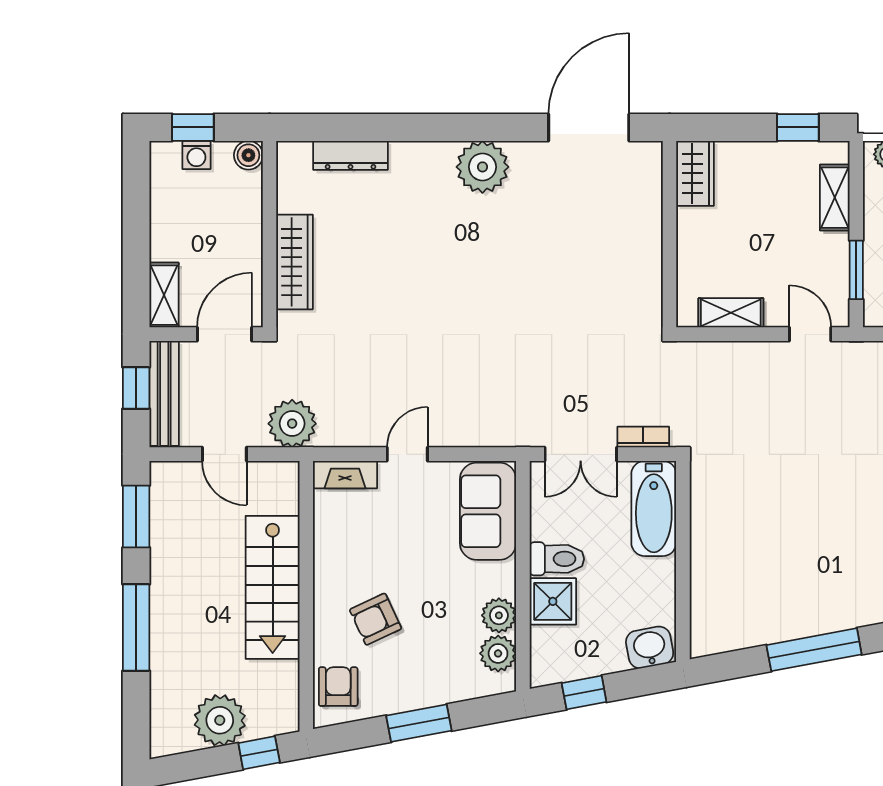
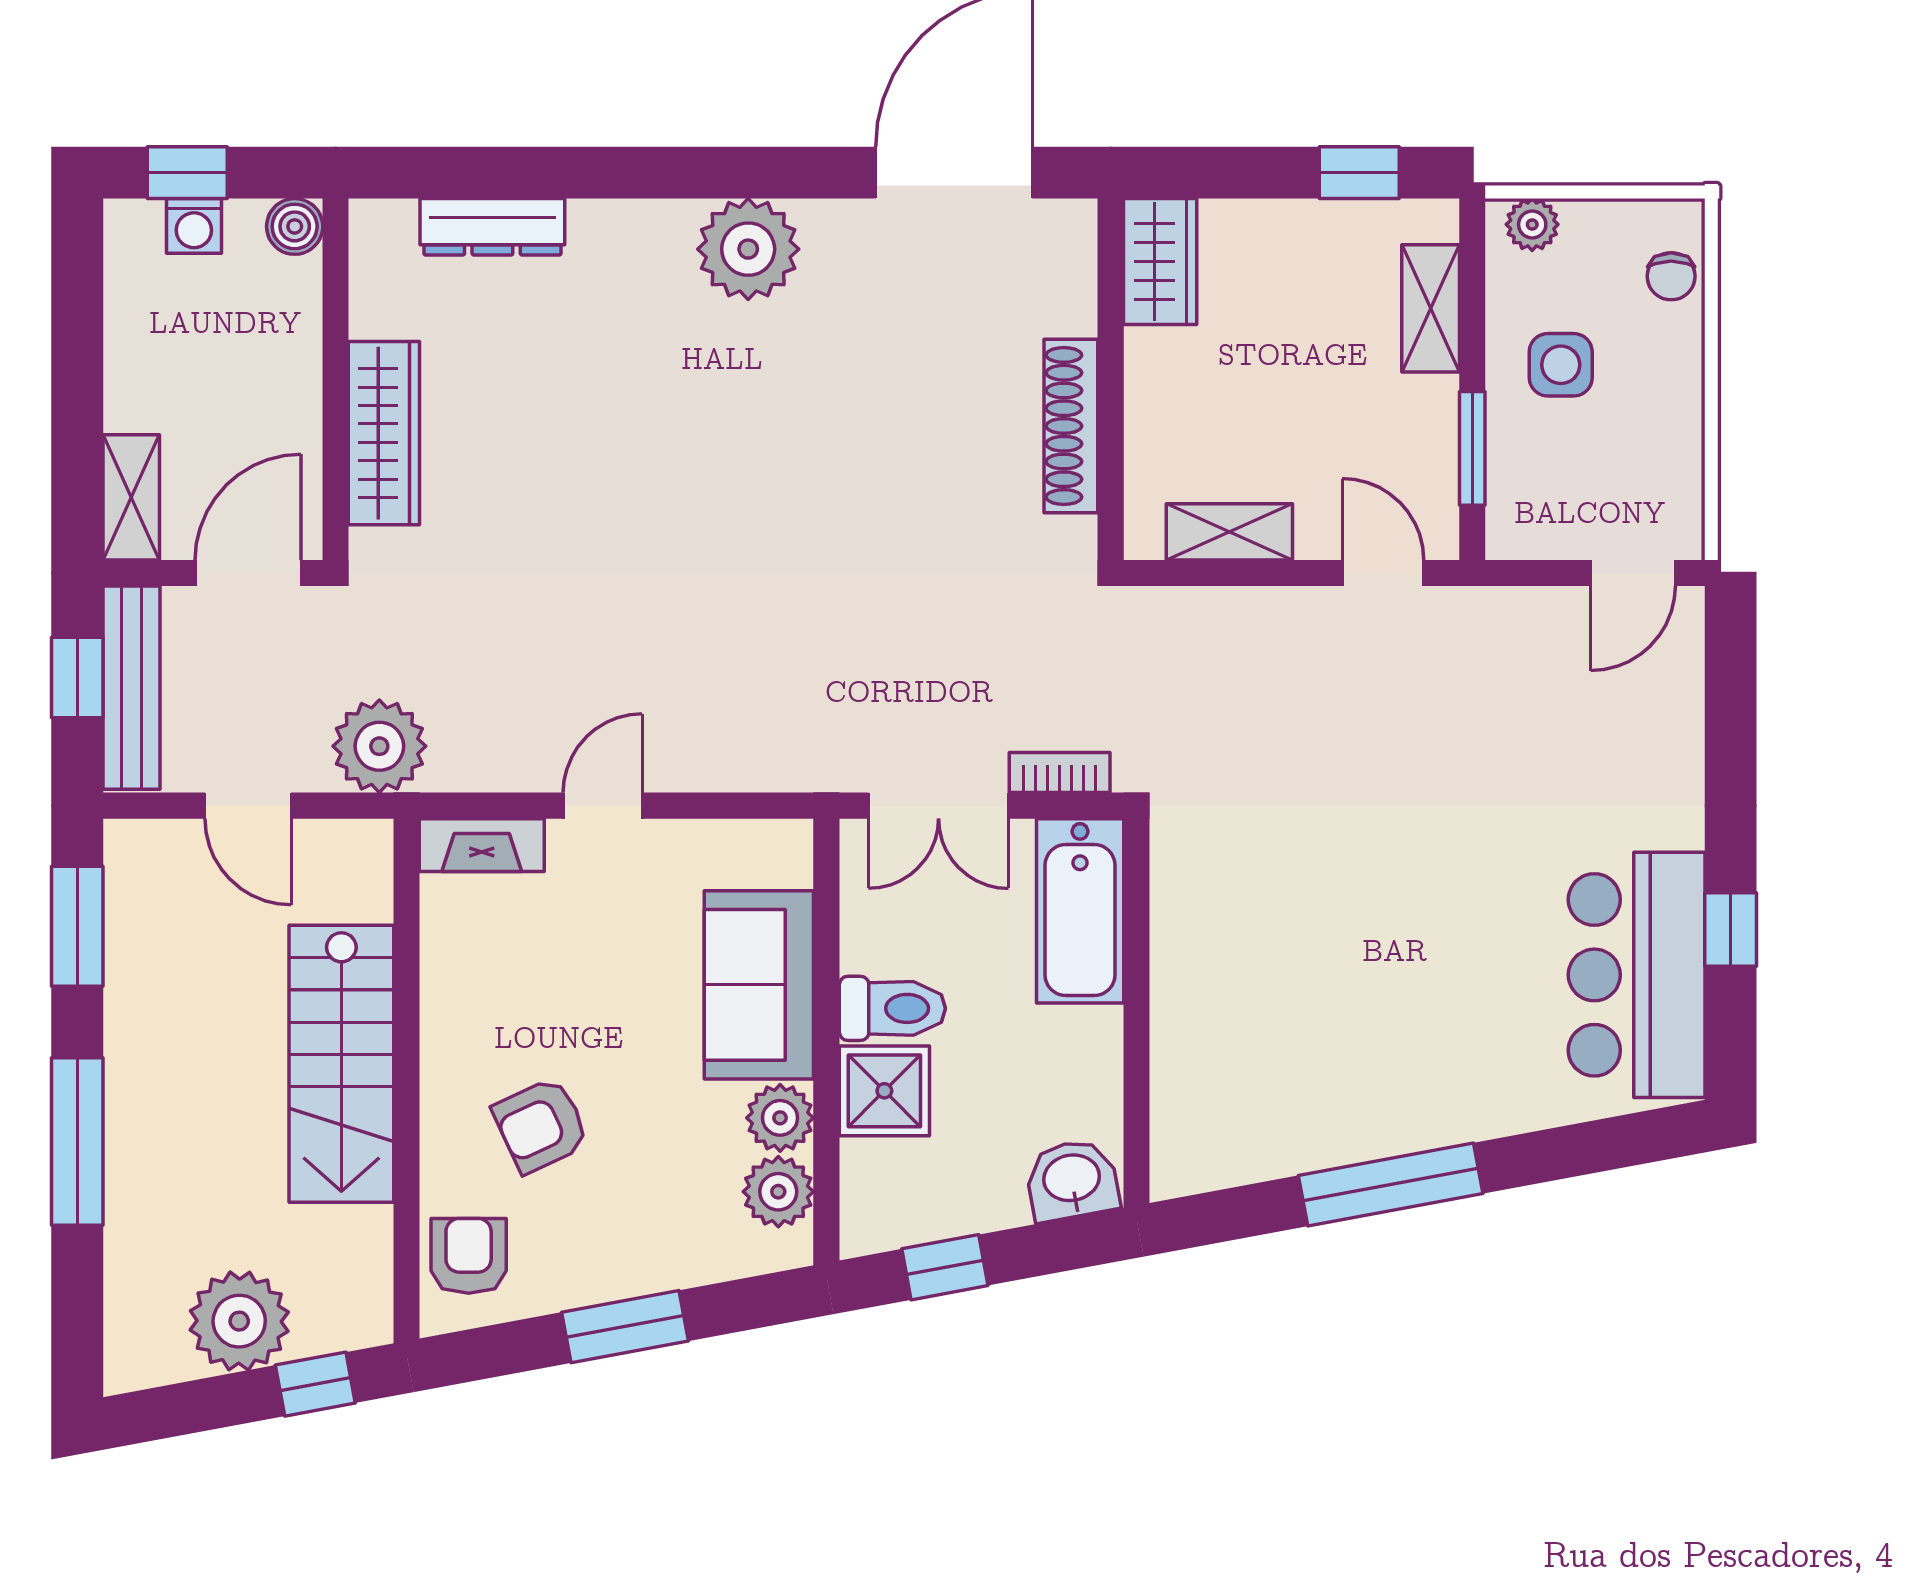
shoe rack: (649, 258) -> (1071, 426), added
sofa: (488, 511) -> (759, 985), moved

